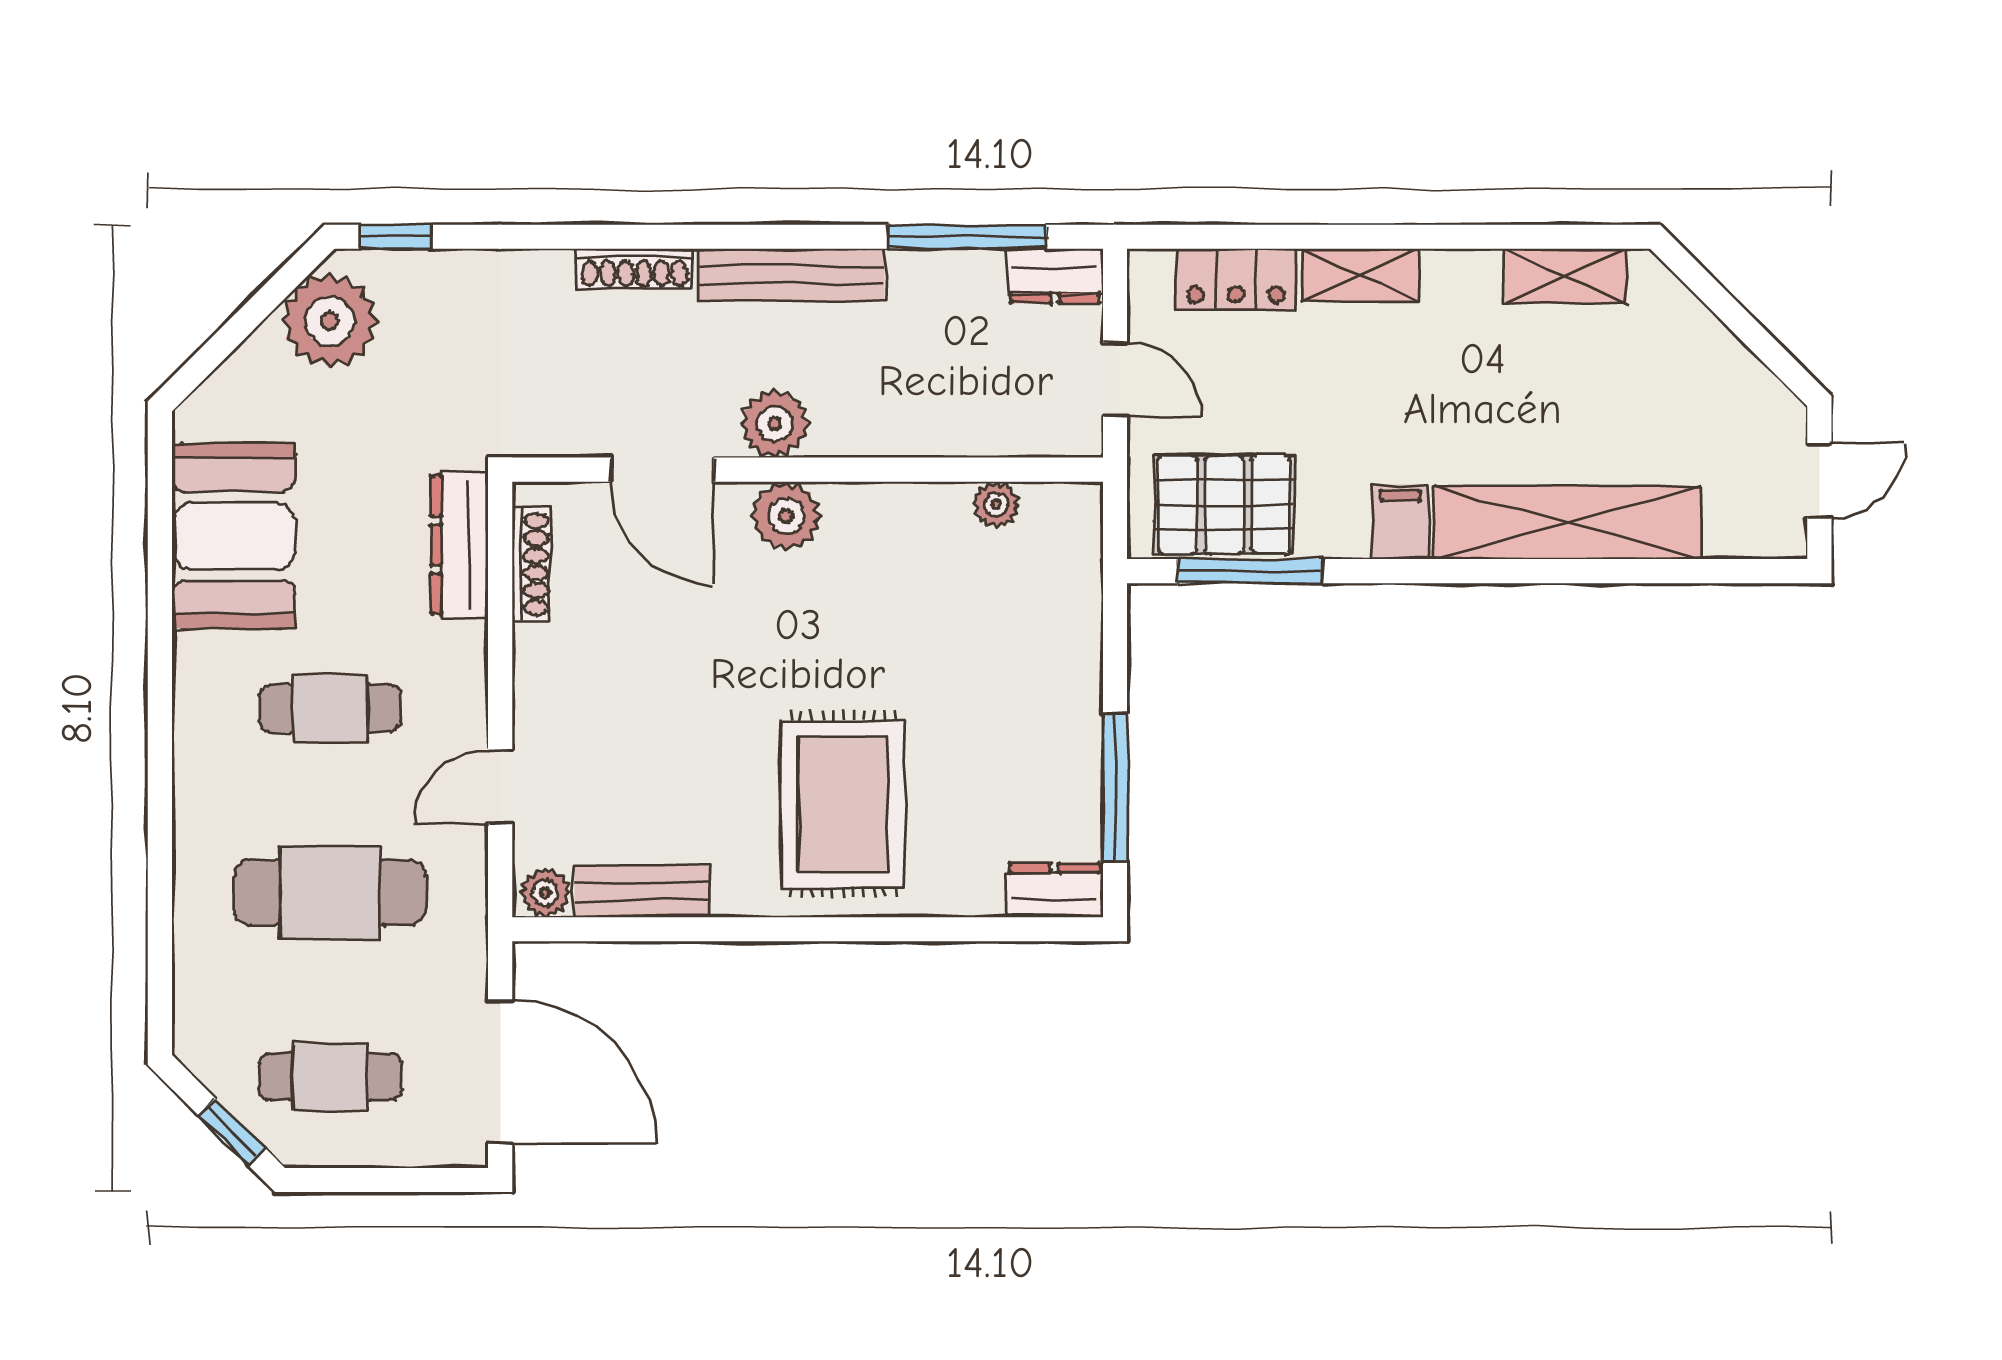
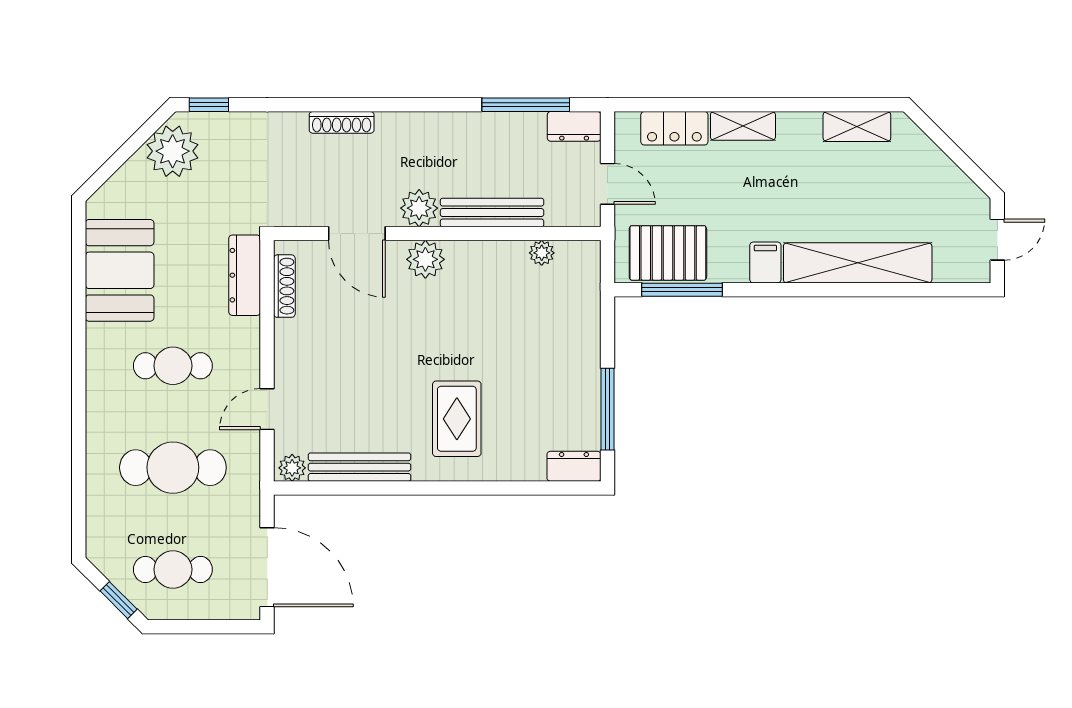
bench: (791, 275) -> (492, 213), moved
rug: (843, 804) -> (457, 419), width x0.73, depth x0.70
bench: (642, 891) -> (359, 467), width x1.36

